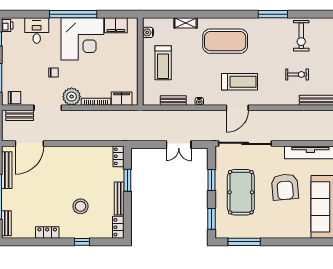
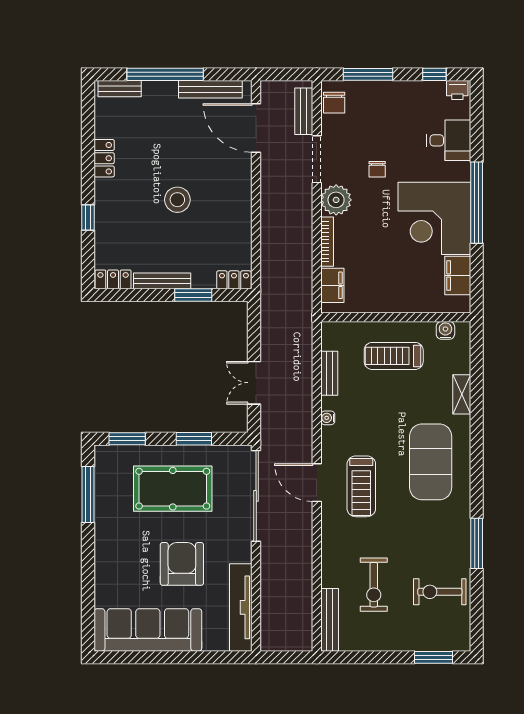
exercise bike: (297, 74) -> (374, 585), width x1.38, depth x1.39
armchair: (285, 187) -> (182, 564), turned 95
stool: (80, 206) -> (177, 200), moved

